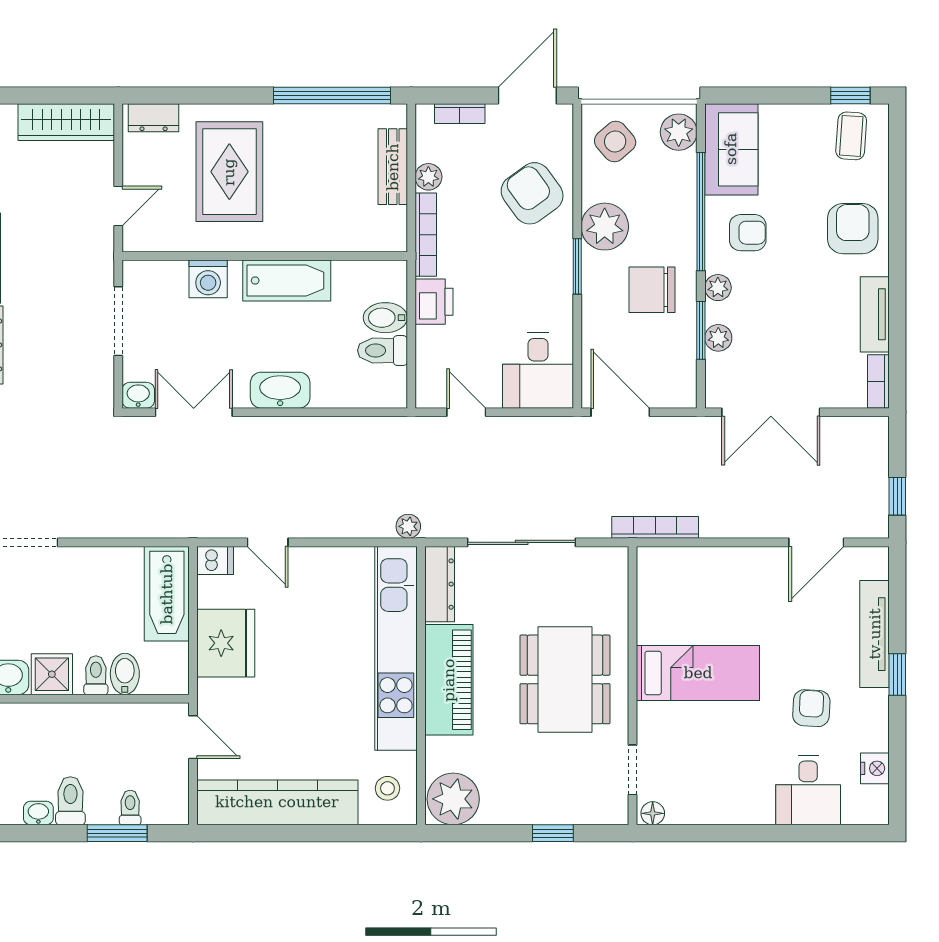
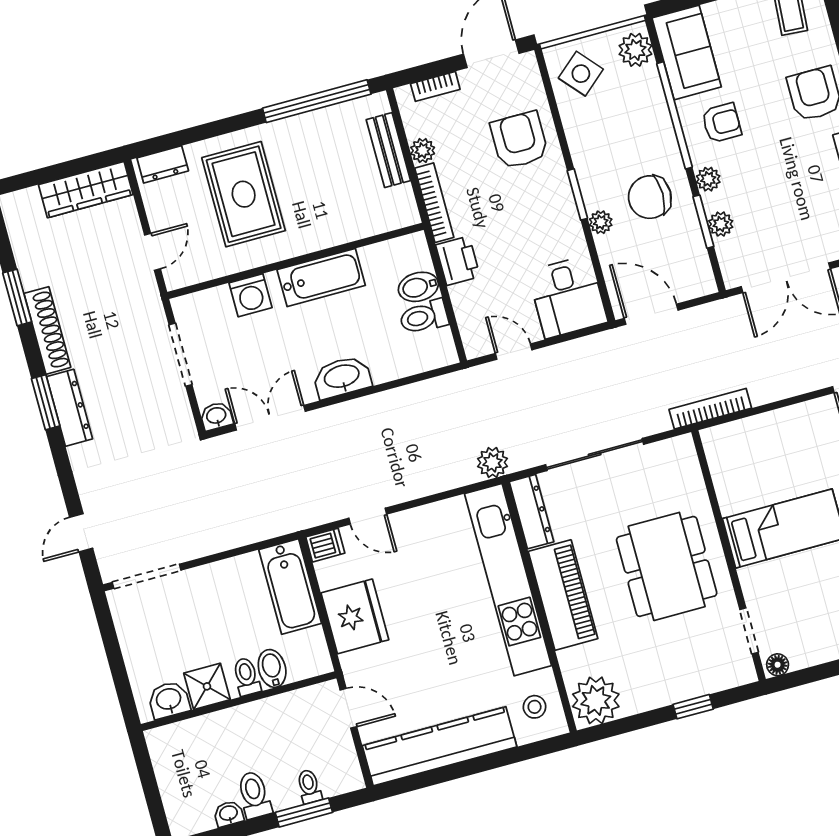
armchair: (532, 193) -> (519, 140), turned 36
plant: (605, 227) -> (601, 222), moved, width x0.53, depth x0.53
plant: (408, 526) -> (493, 462), width x1.38, depth x1.38

